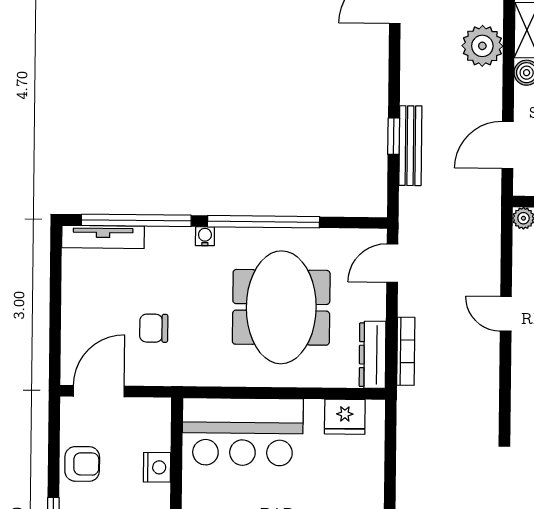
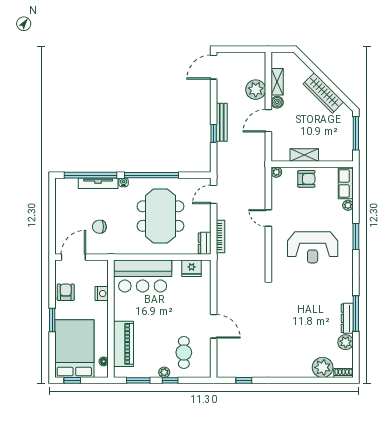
door: (508, 145) -> (268, 121), moved
bench: (410, 146) -> (222, 122), moved
tv unit: (103, 237) -> (98, 183), moved
dresser: (373, 355) -> (205, 243), width x0.70
armchair: (82, 464) -> (66, 292), turned -90

